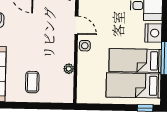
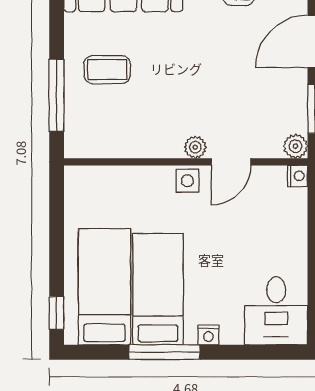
nightstand: (153, 33) -> (208, 335), width x0.53, depth x0.56
plant: (69, 69) -> (195, 147), moved
window: (44, 106) -> (57, 95), added

